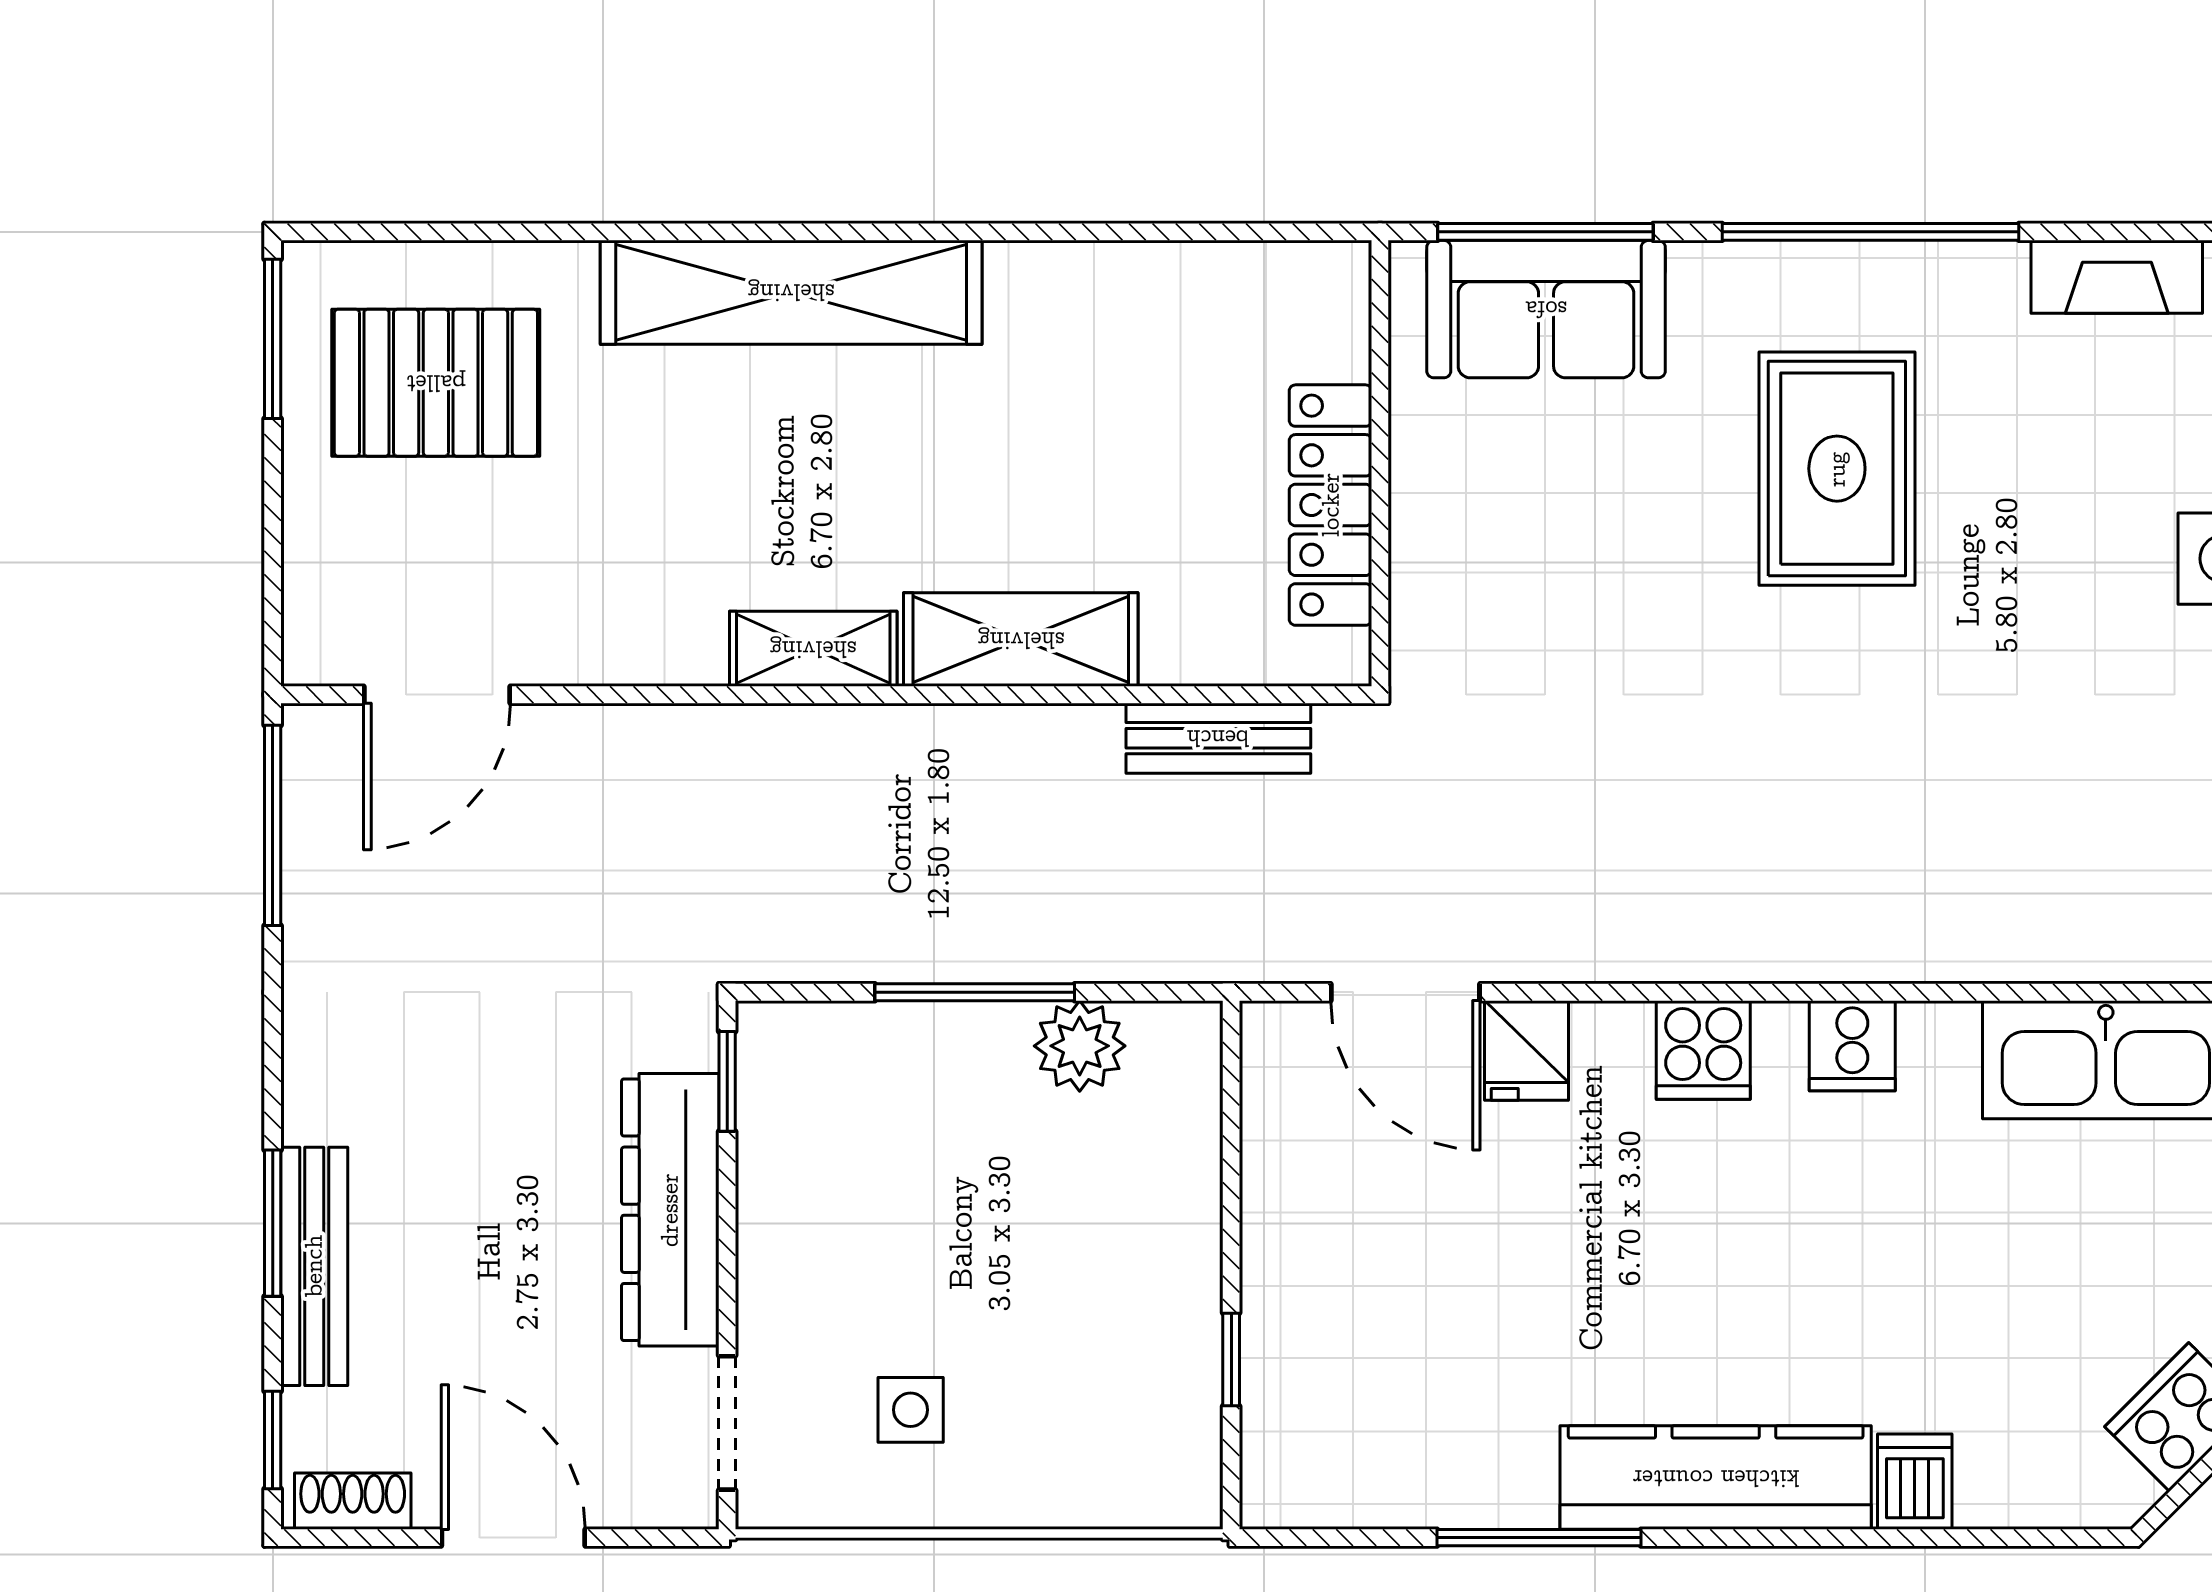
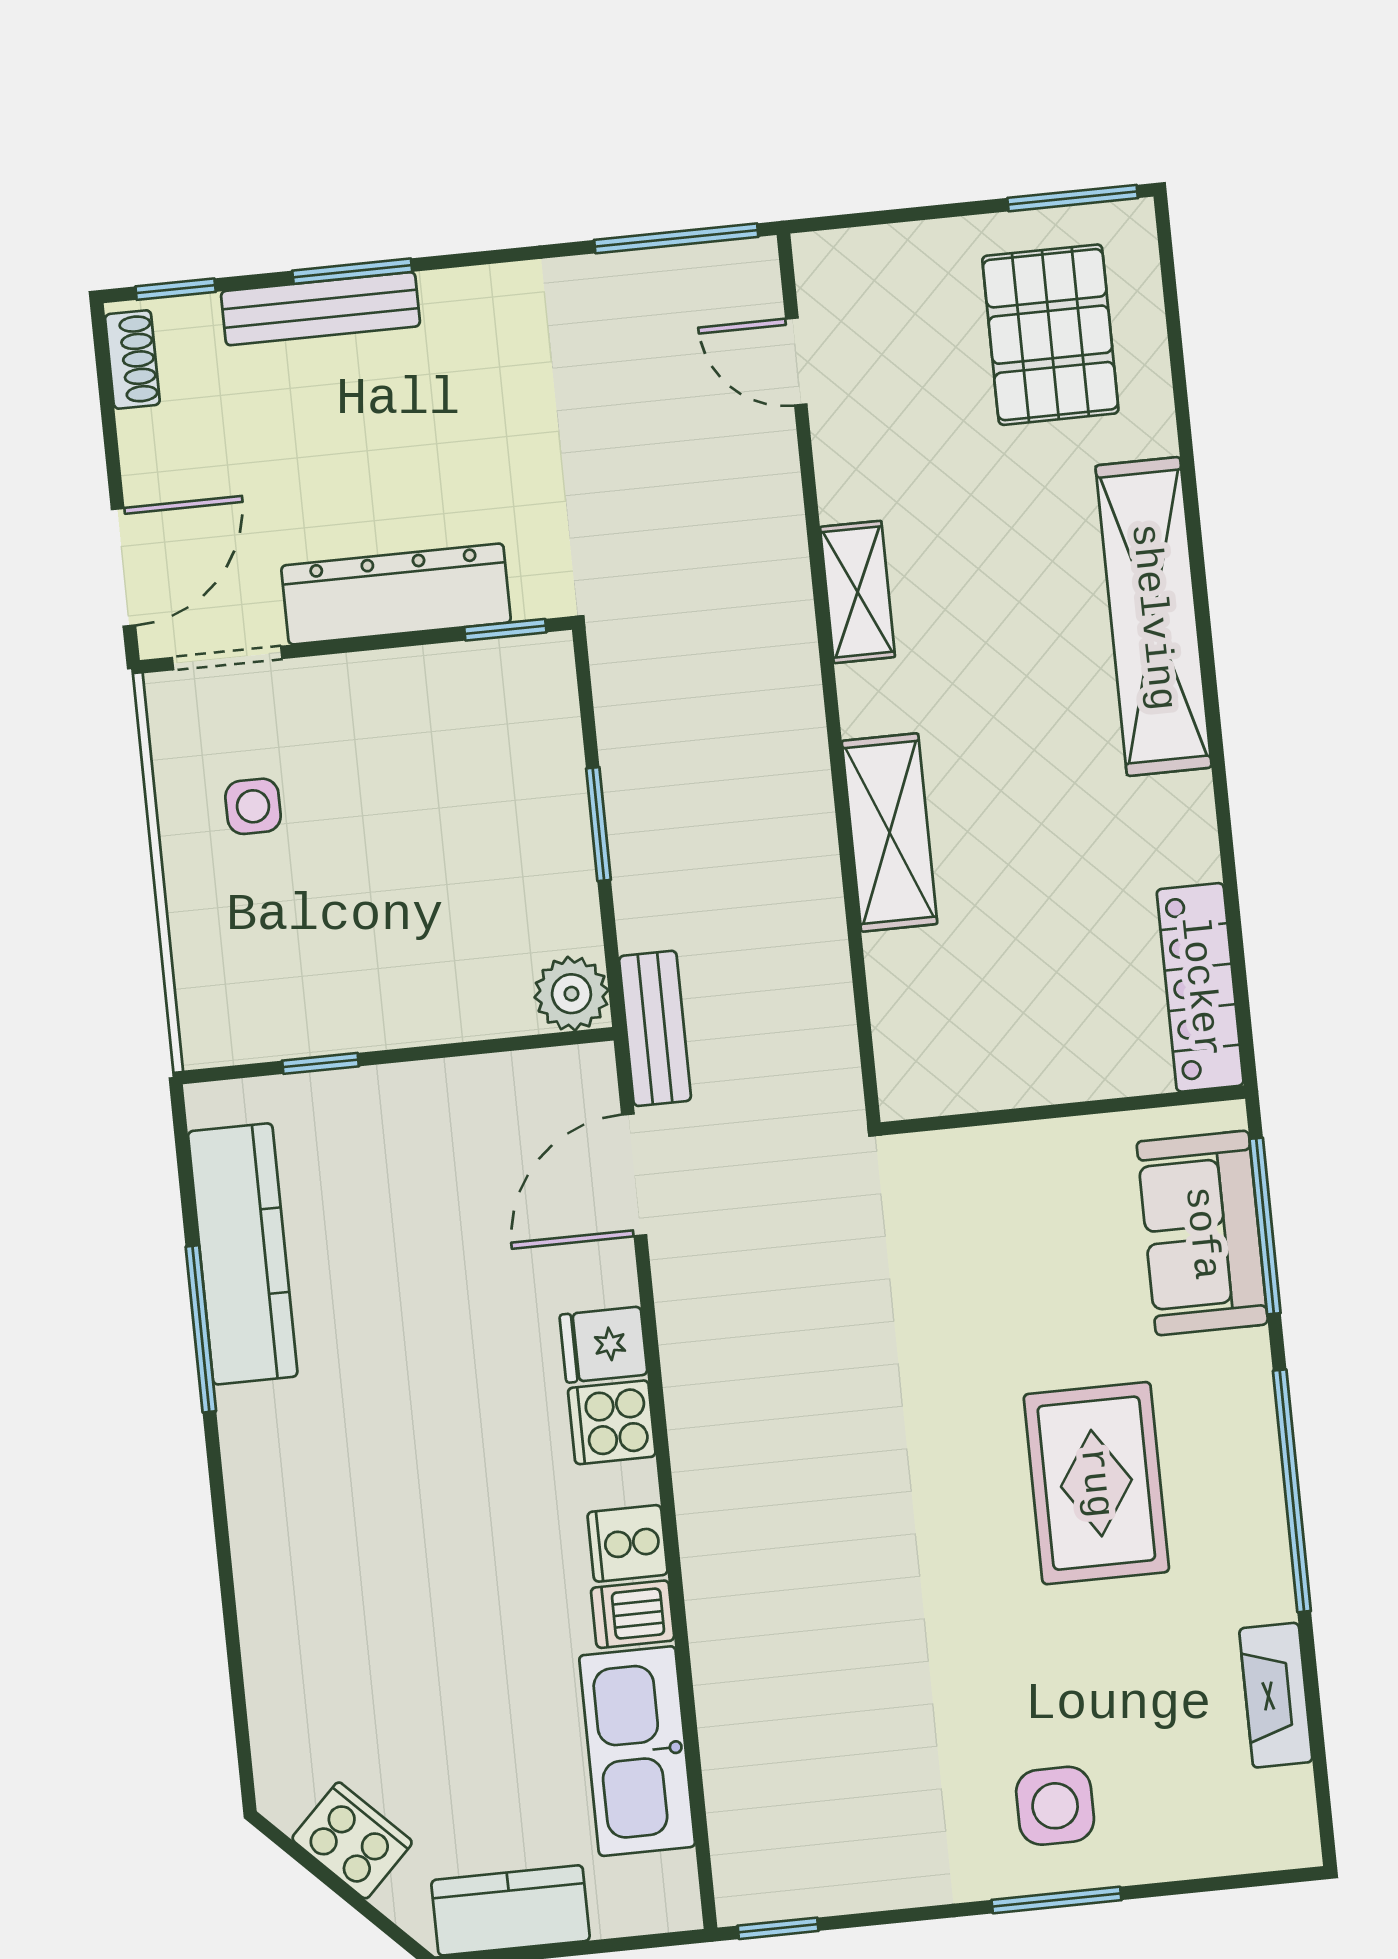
rug: (1837, 469) -> (1096, 1483), turned 90
locker: (1331, 505) -> (1200, 987), moved, turned -90
shelving: (813, 649) -> (858, 592), moved
door: (437, 695) -> (796, 362), width x0.73
bench: (1218, 738) -> (655, 1028), moved
window: (975, 992) -> (598, 824), width x0.69
plant: (1080, 1046) -> (571, 994), moved
fridge: (1527, 1050) -> (603, 1345), moved
kitchen counter: (1716, 1478) -> (243, 1254), moved
dishwasher: (1915, 1482) -> (633, 1614), moved, turned 180
door: (513, 1538) -> (124, 567), moved

